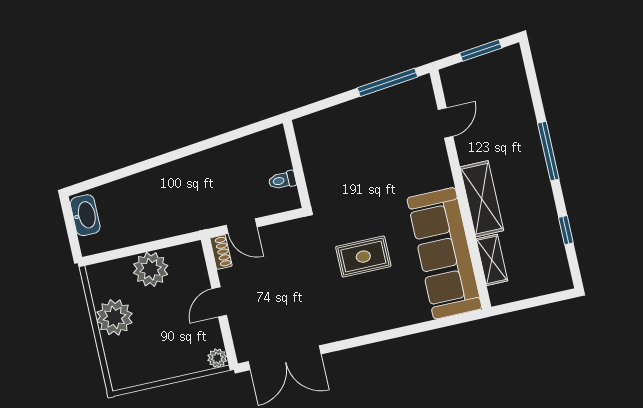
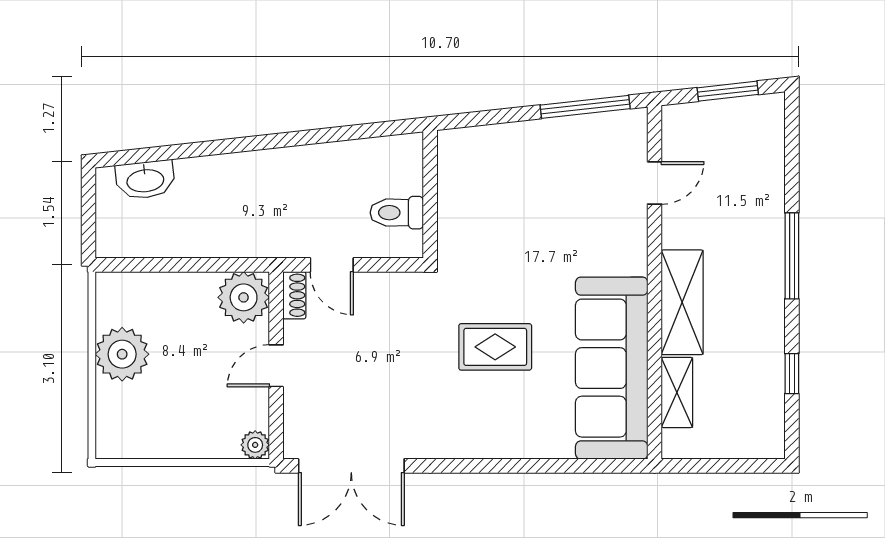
toilet: (282, 180) -> (397, 213), width x1.37, depth x1.39
washbasin: (85, 215) -> (145, 180), moved, turned 84
plant: (151, 269) -> (244, 297), moved

